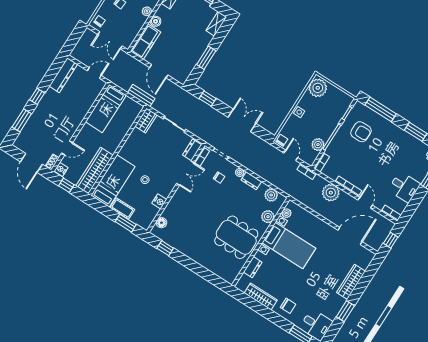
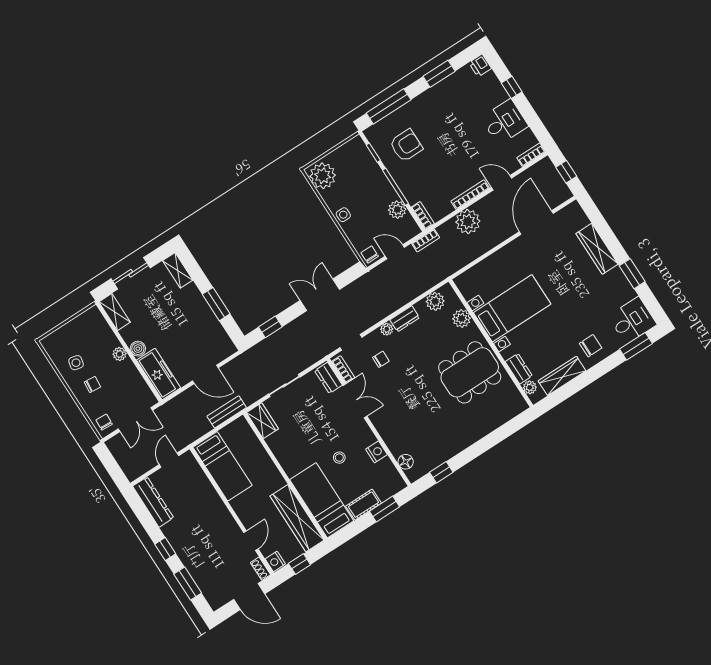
plant: (286, 213) -> (530, 387), moved

